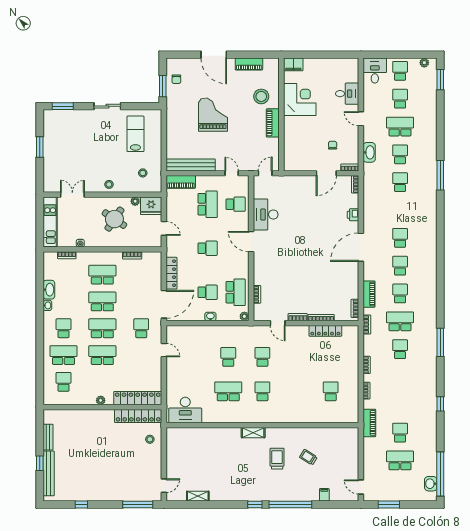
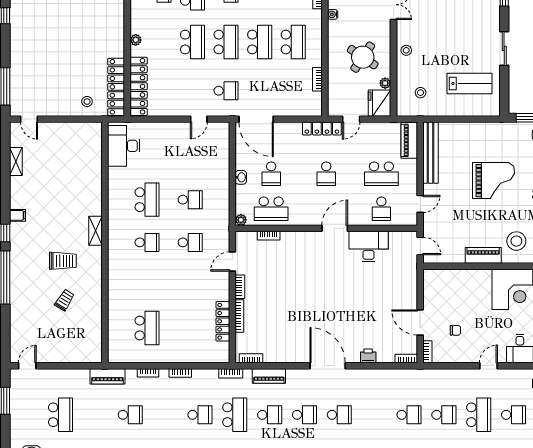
washbasin: (369, 152) -> (446, 376), removed
locker: (171, 273) -> (322, 129), moved
school desk: (331, 391) -> (147, 328), width x1.85
school desk: (400, 433) -> (130, 415), moved
filing cabinet: (324, 495) -> (18, 215), moved

